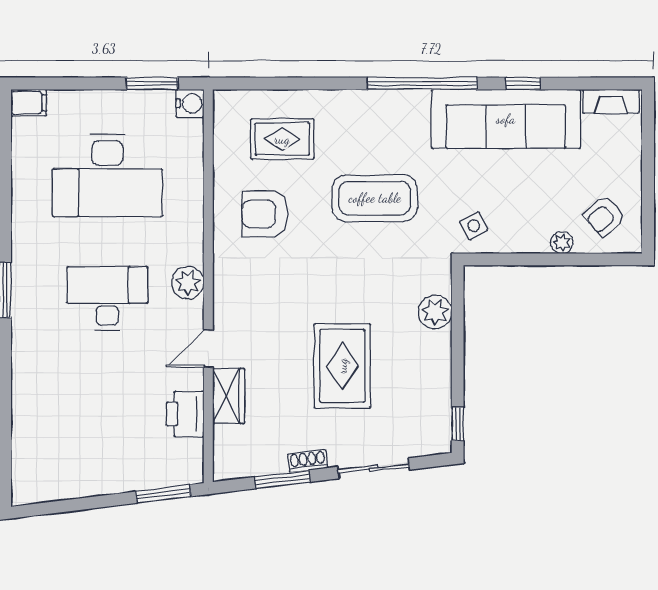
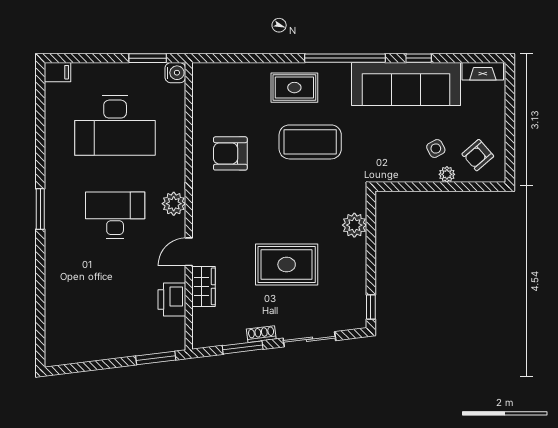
rug: (282, 139) -> (294, 88), moved
side table: (474, 226) -> (436, 149), moved
rug: (342, 366) -> (287, 265), turned 90

